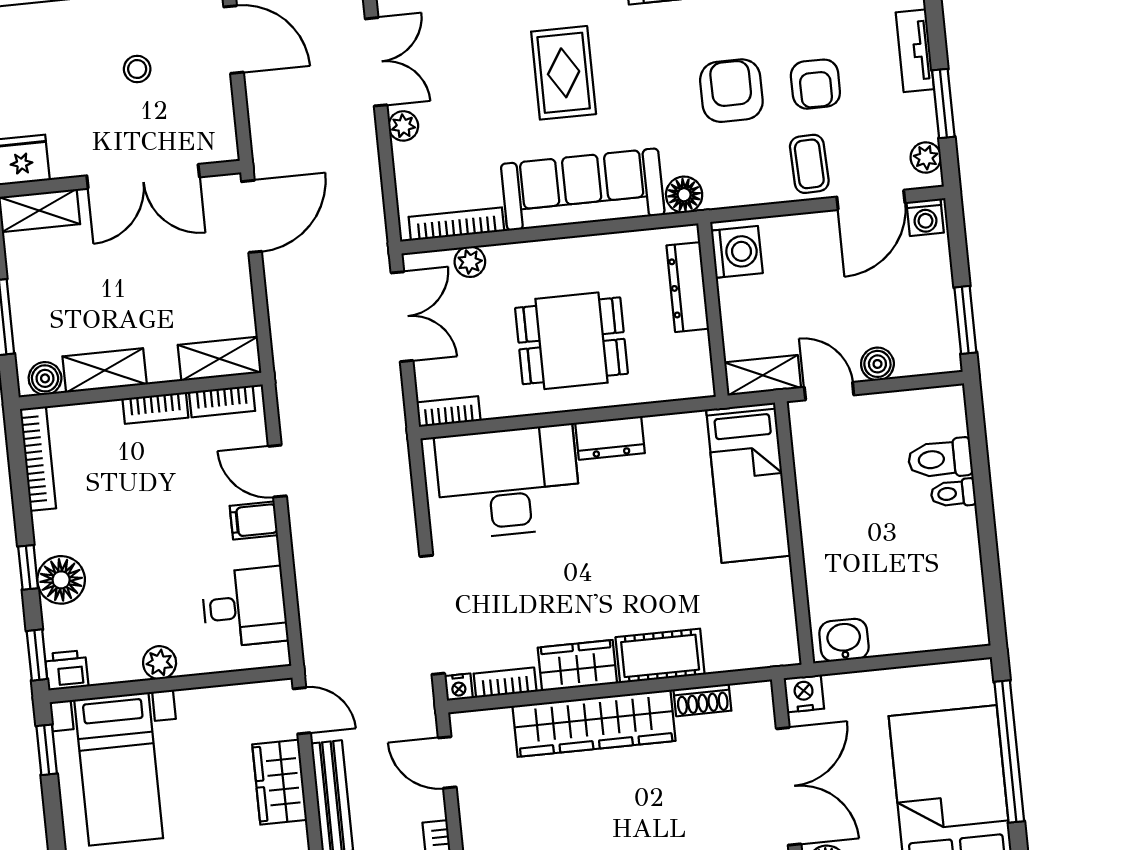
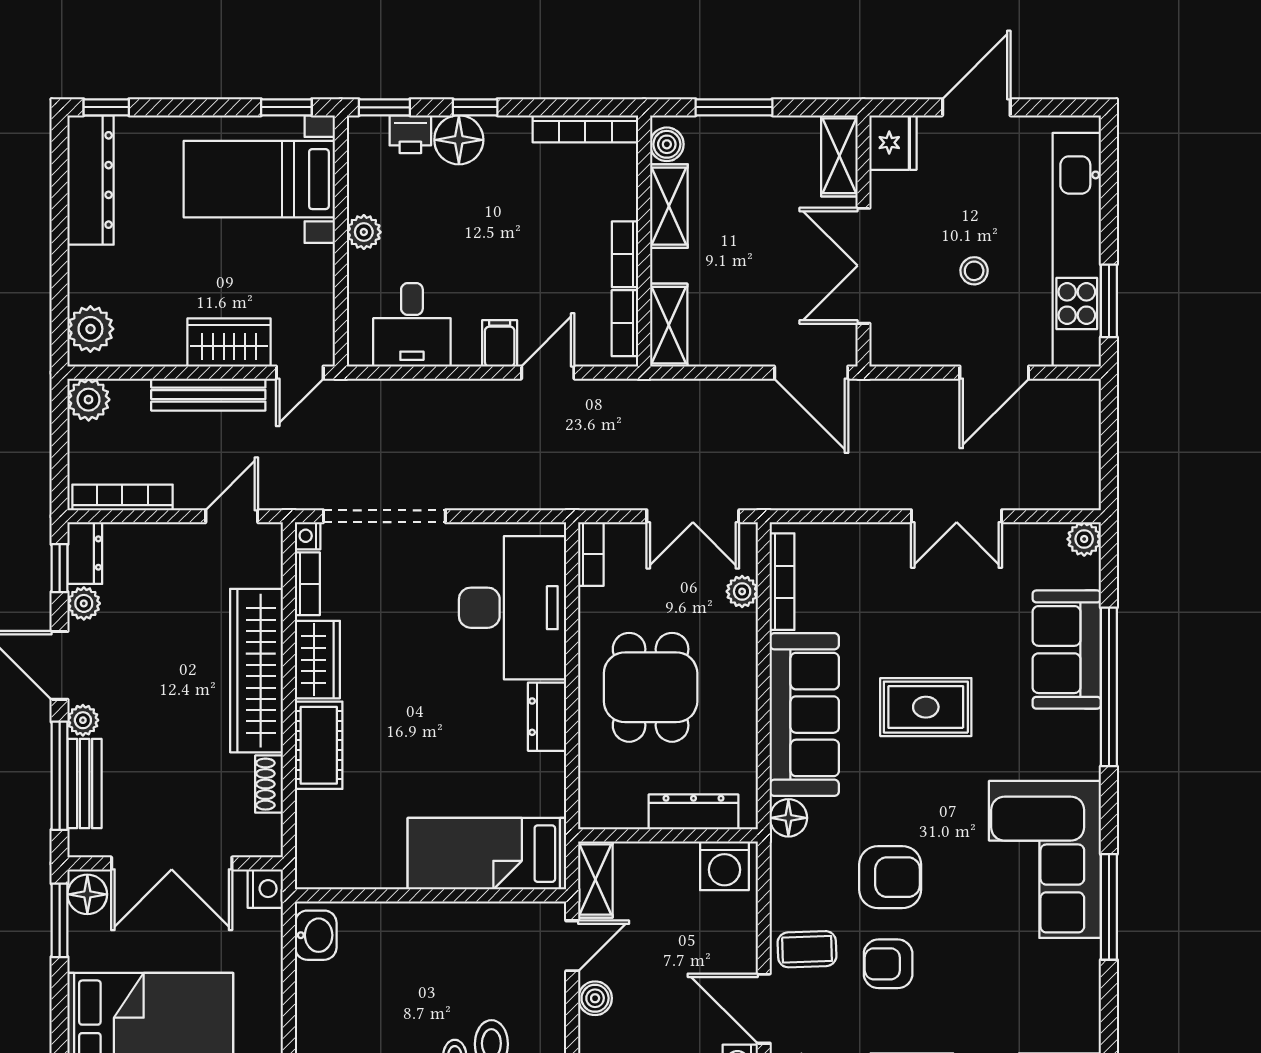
plant: (403, 126) -> (888, 537), removed
printer: (67, 670) -> (410, 134), moved, turned 90

